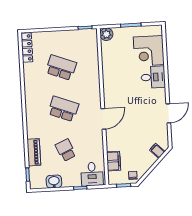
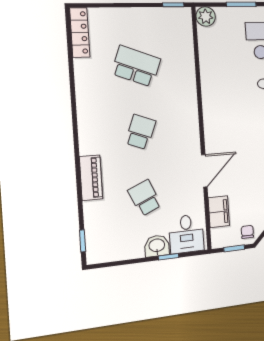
school desk: (63, 109) -> (140, 132), width x0.54
door: (103, 119) -> (204, 171), moved
piano: (34, 152) -> (91, 178), moved
washbasin: (54, 182) -> (157, 246), moved

